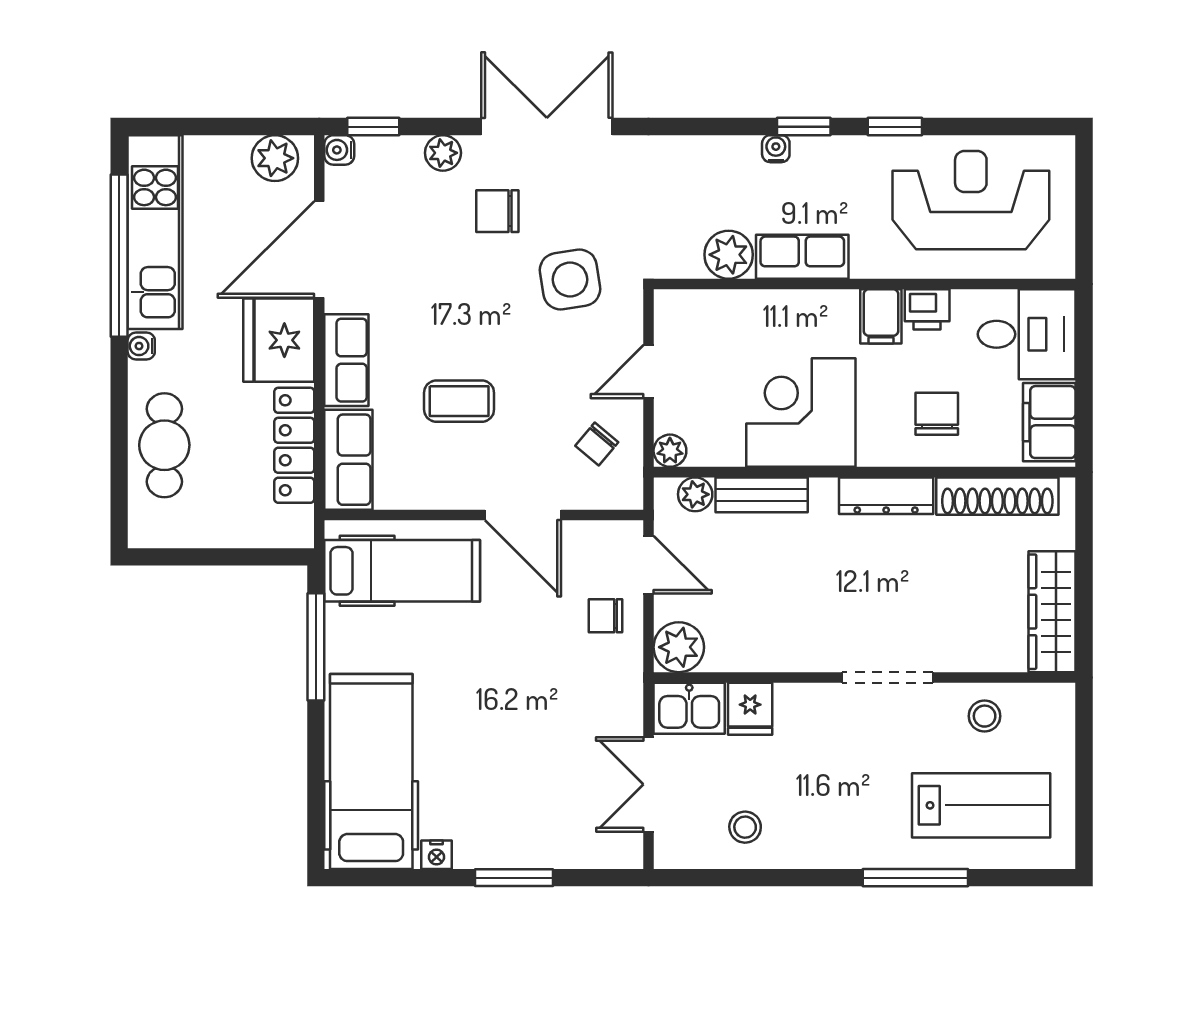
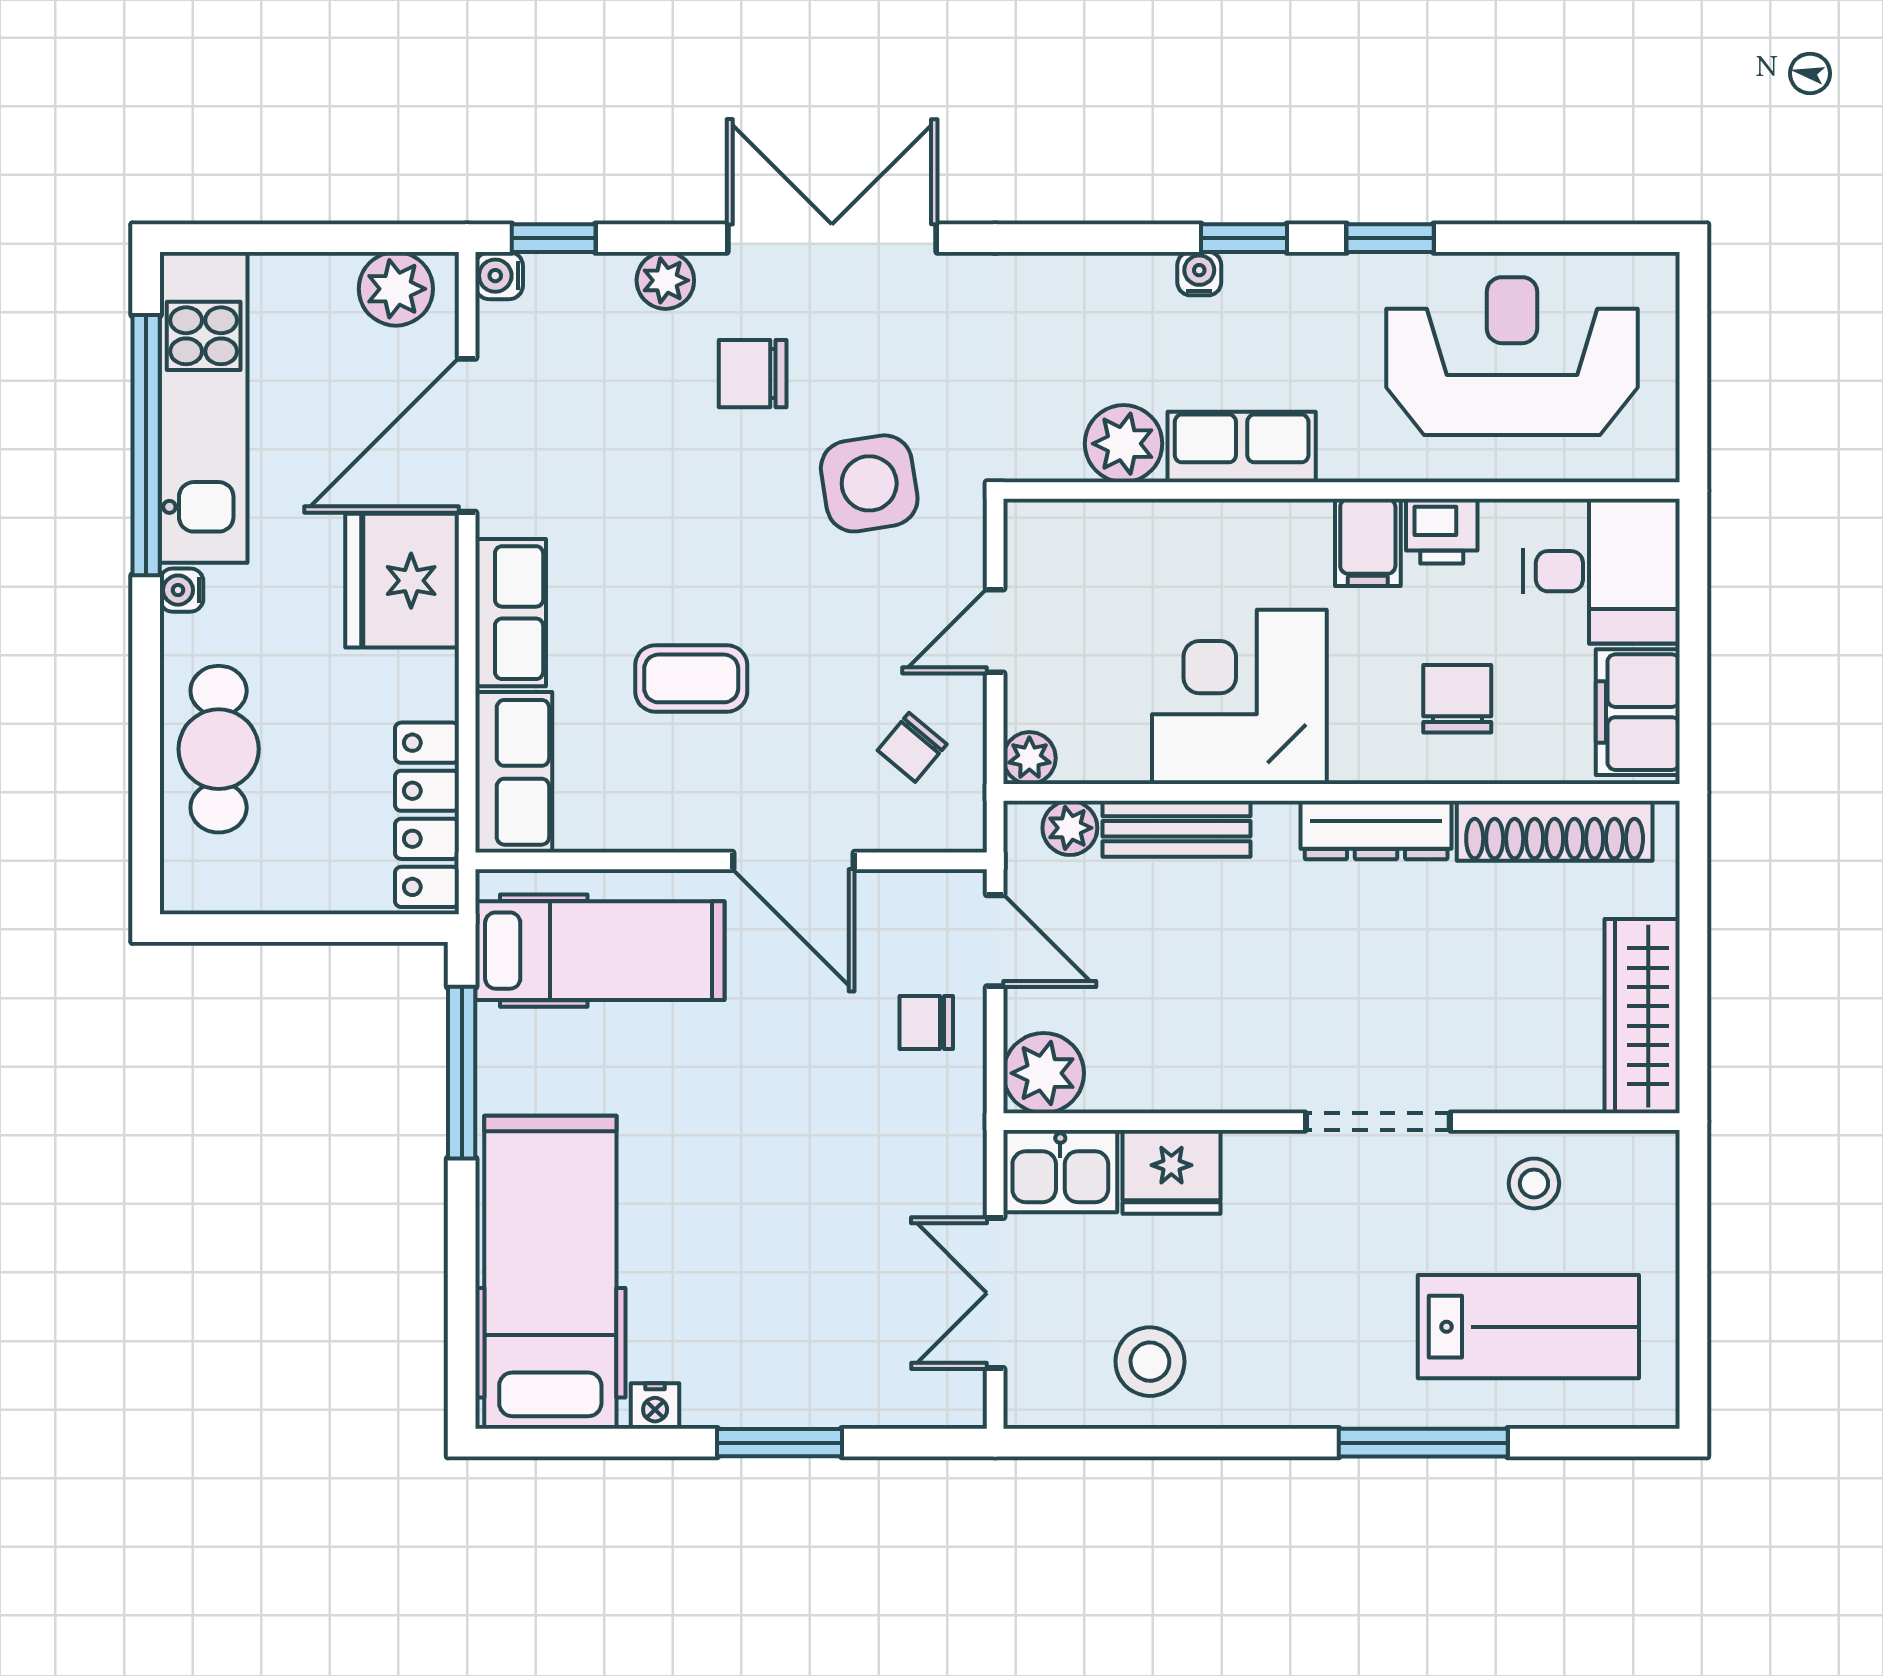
locker: (294, 445) -> (427, 815), moved
fridge: (750, 709) -> (1171, 1172), width x1.38
stool: (745, 827) -> (1150, 1362), width x1.37, depth x1.37

